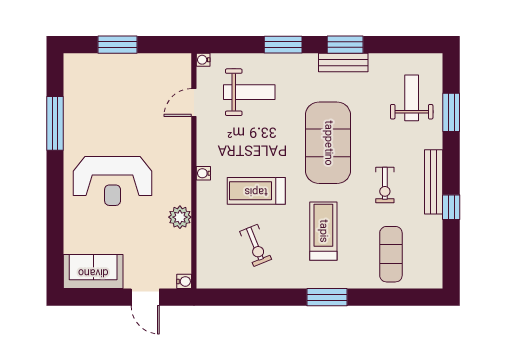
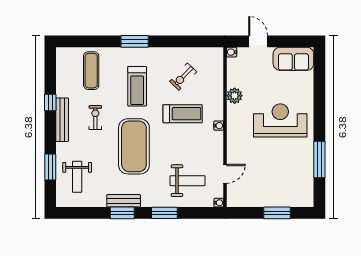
weight bench: (249, 92) -> (187, 181), turned 180
exercise bike: (256, 245) -> (183, 77), turned -114

